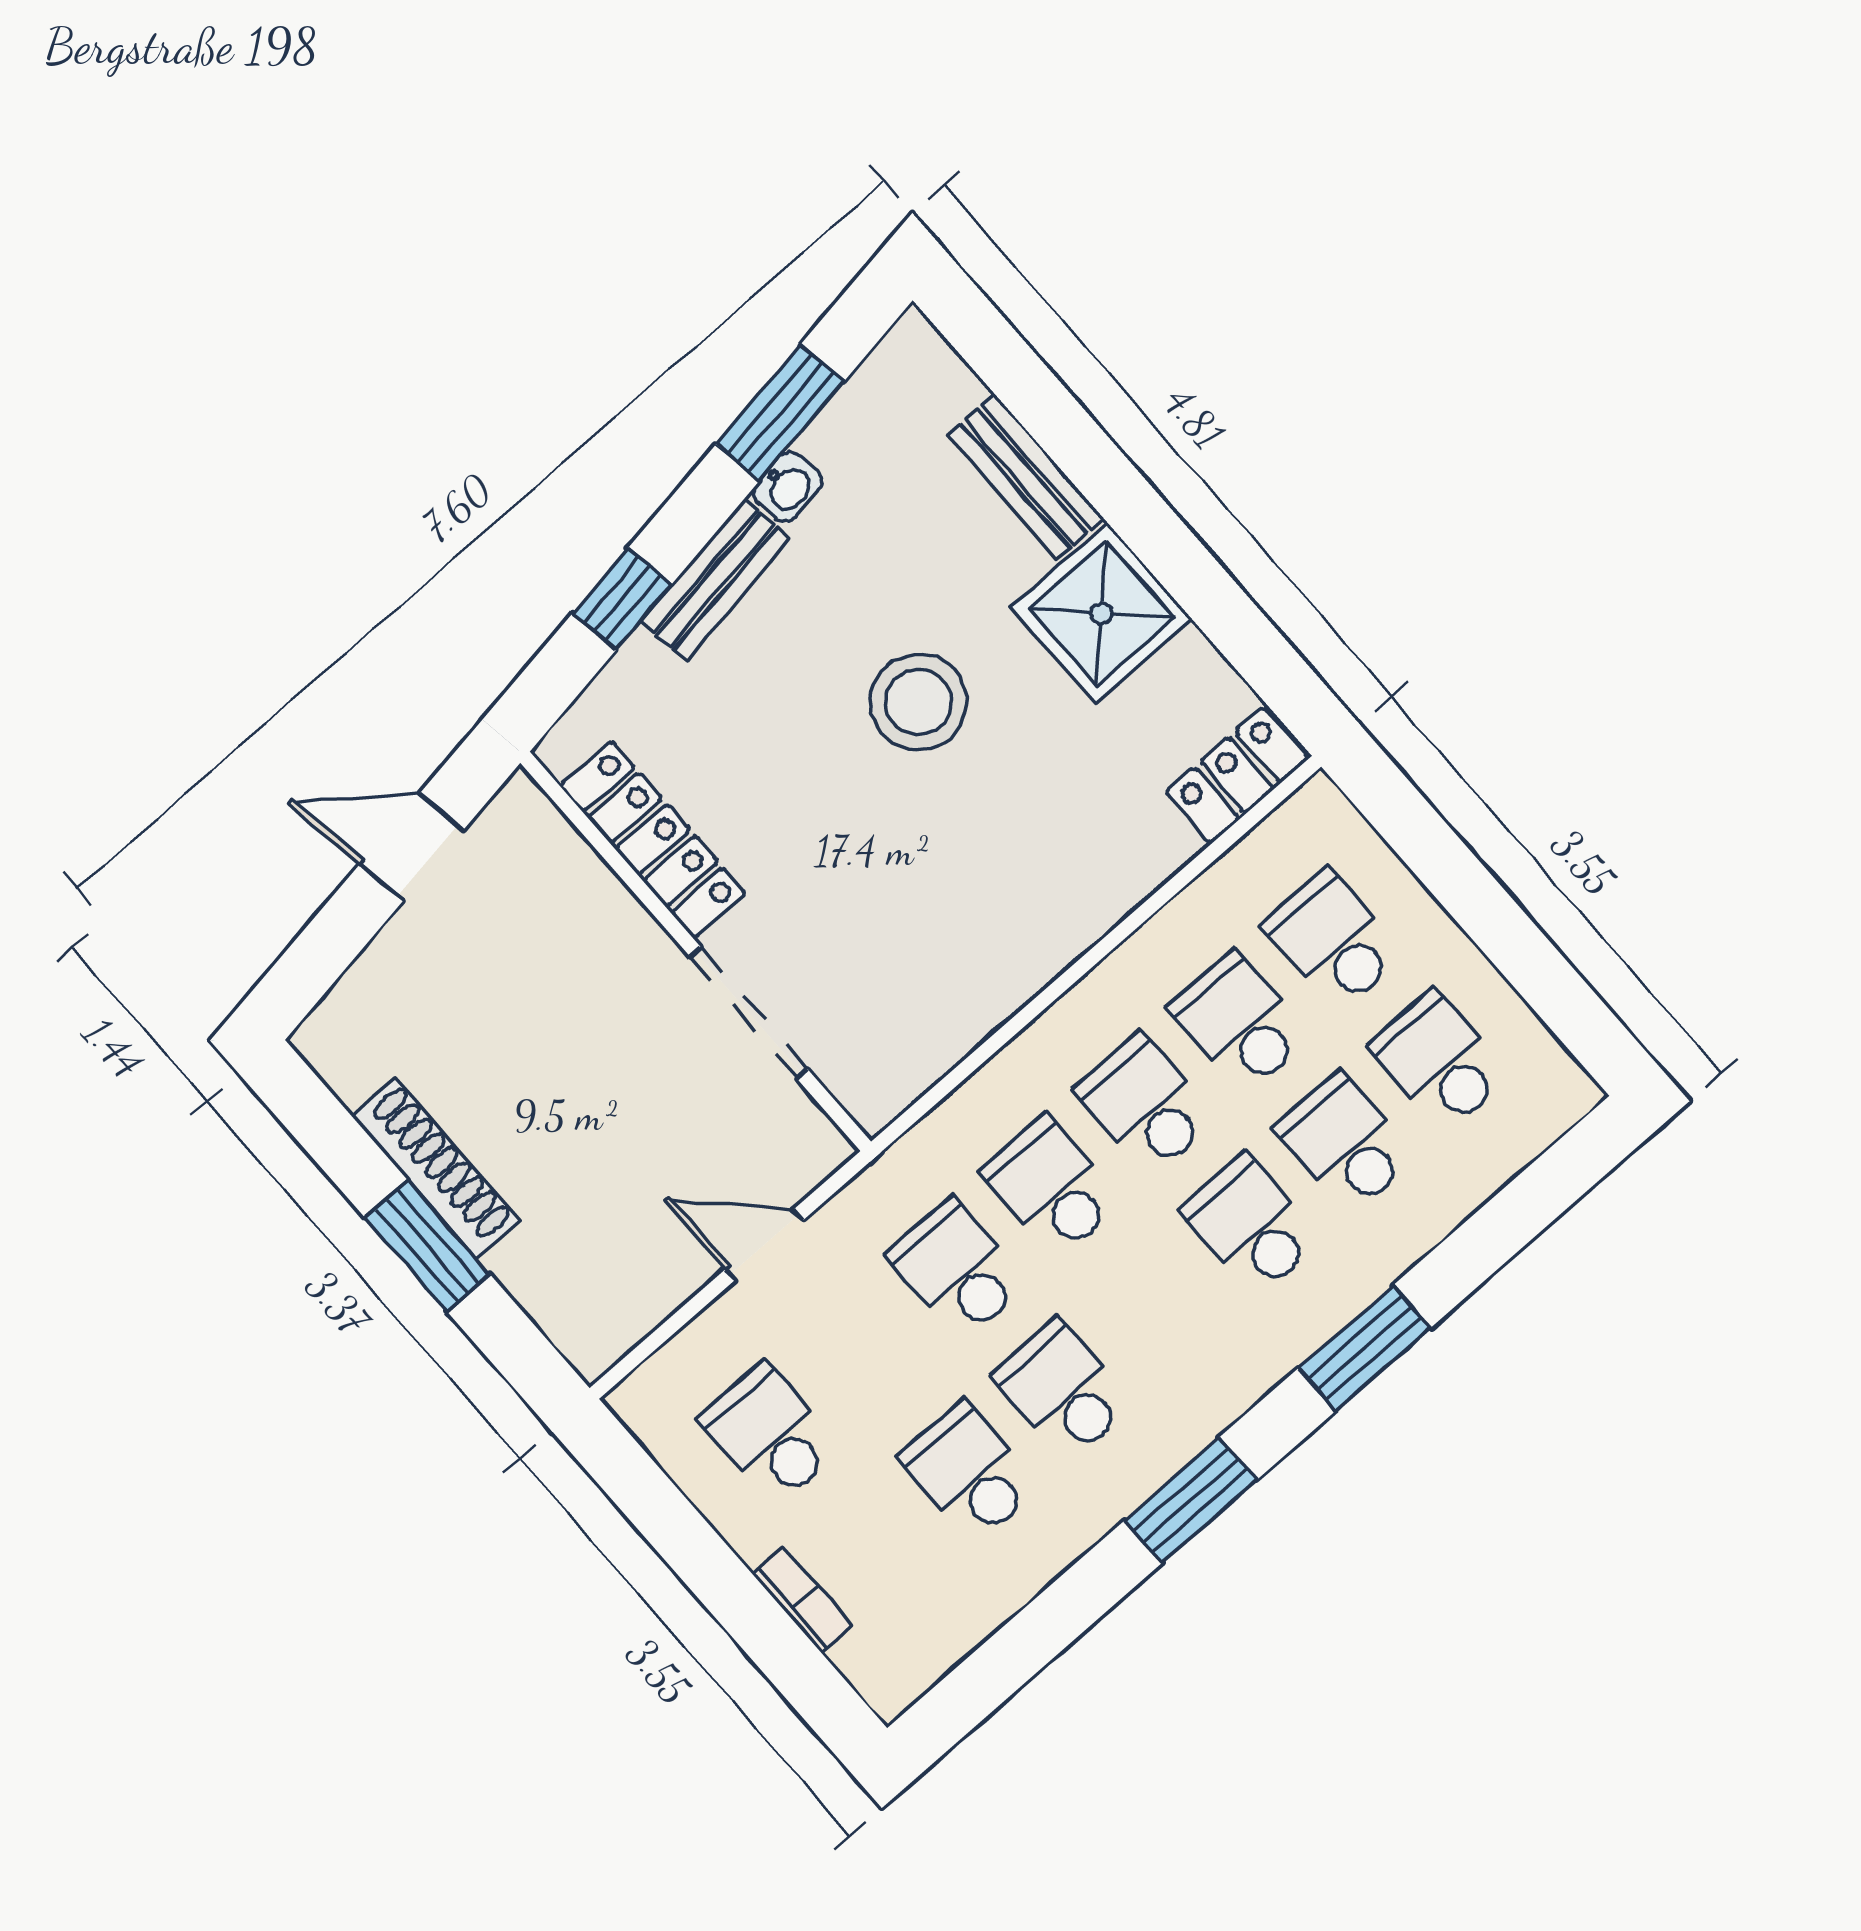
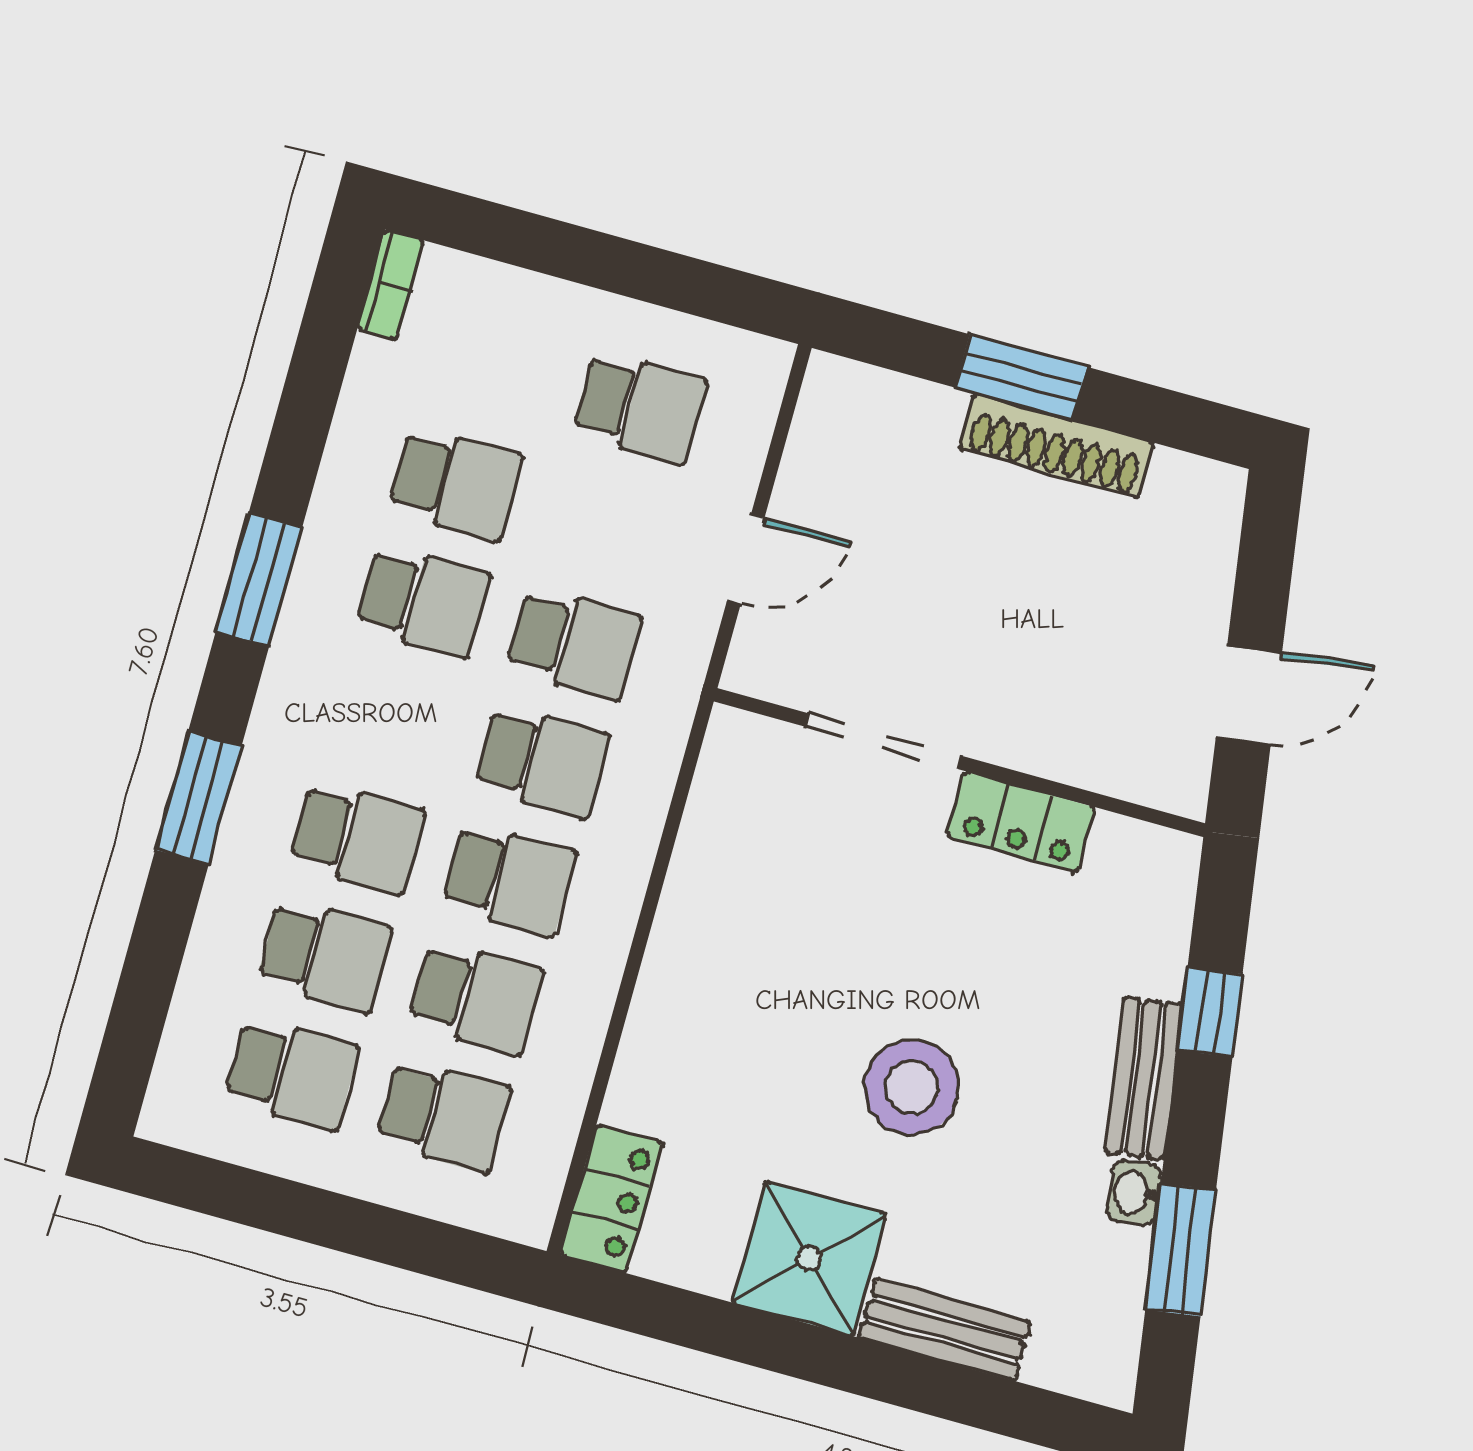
locker: (653, 840) -> (1021, 822), width x0.66
bookcase: (802, 1599) -> (391, 285), moved, turned -90

